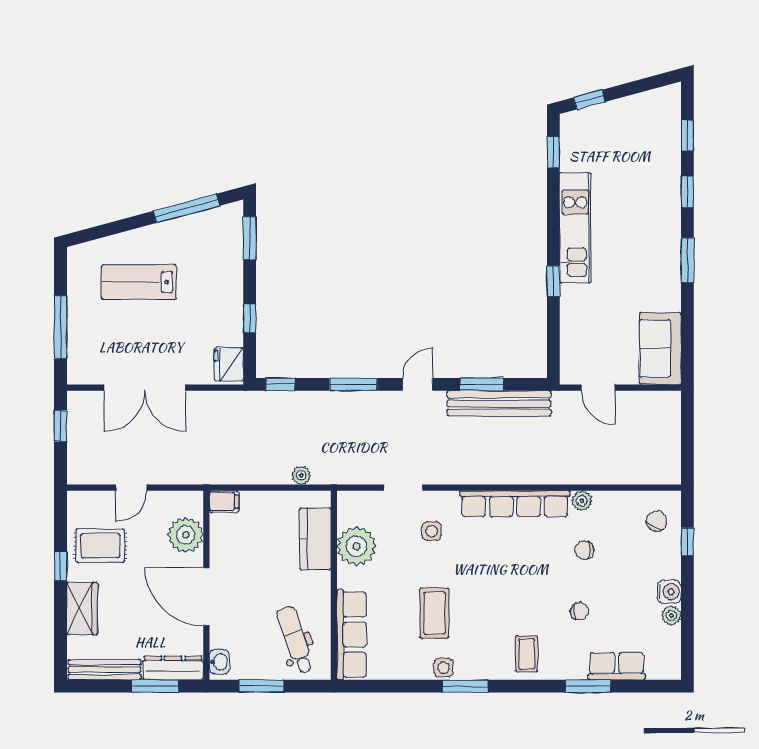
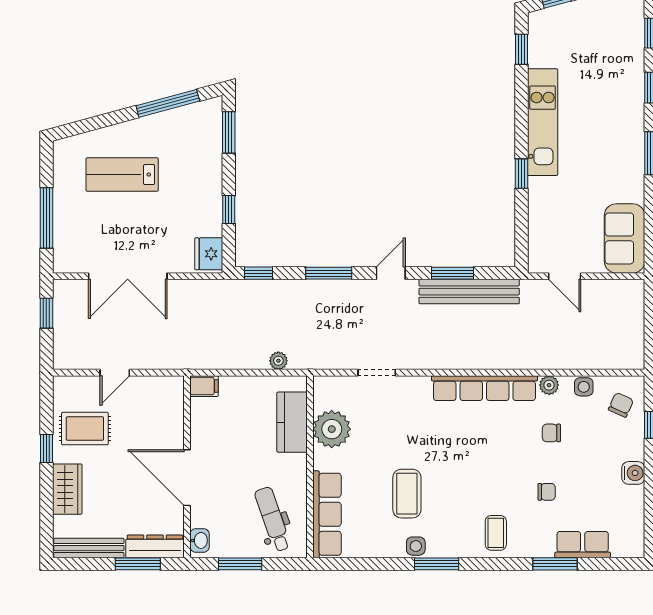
side table: (432, 531) -> (584, 387), moved
plant: (186, 535) -> (167, 418), removed
plant: (671, 615) -> (635, 496), removed

